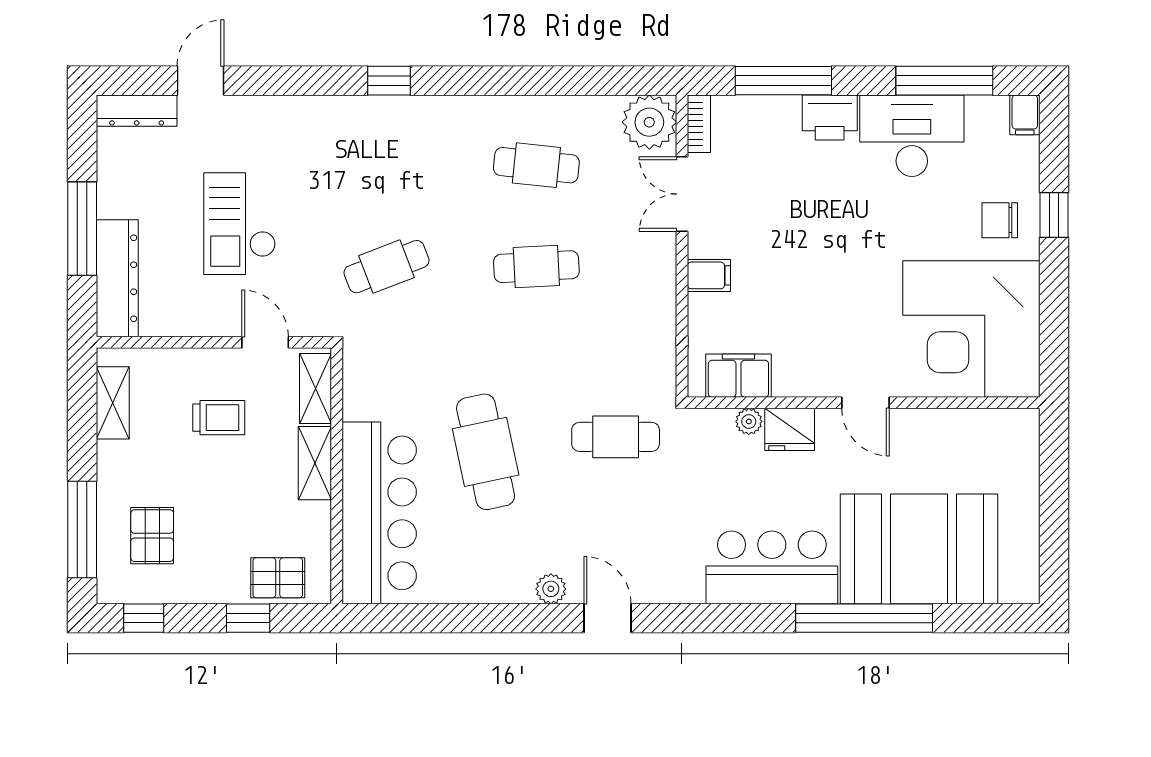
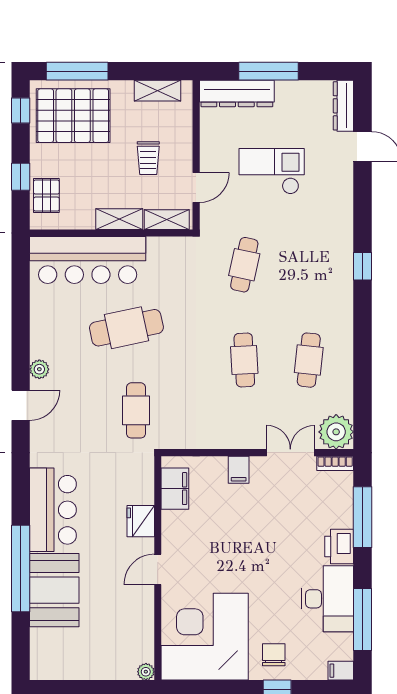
cafe table: (387, 267) -> (244, 265), turned 33
plant: (749, 421) -> (146, 672), moved
pallet: (152, 536) -> (73, 116), width x2.05, depth x2.00
booth: (919, 549) -> (54, 590), width x0.73, depth x0.70

